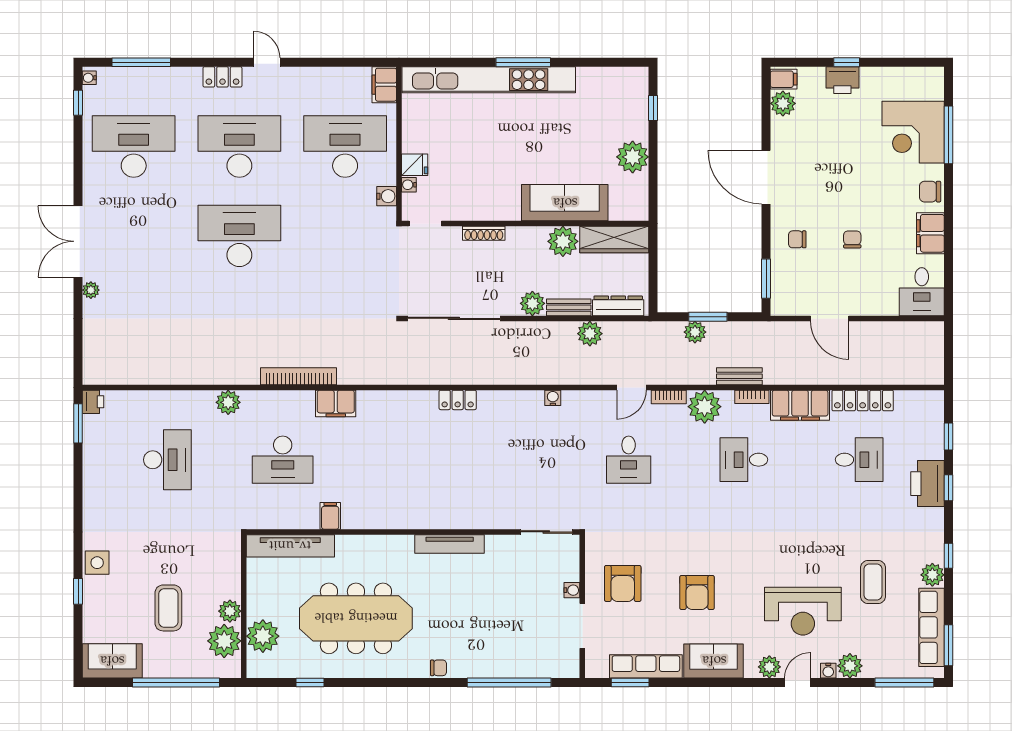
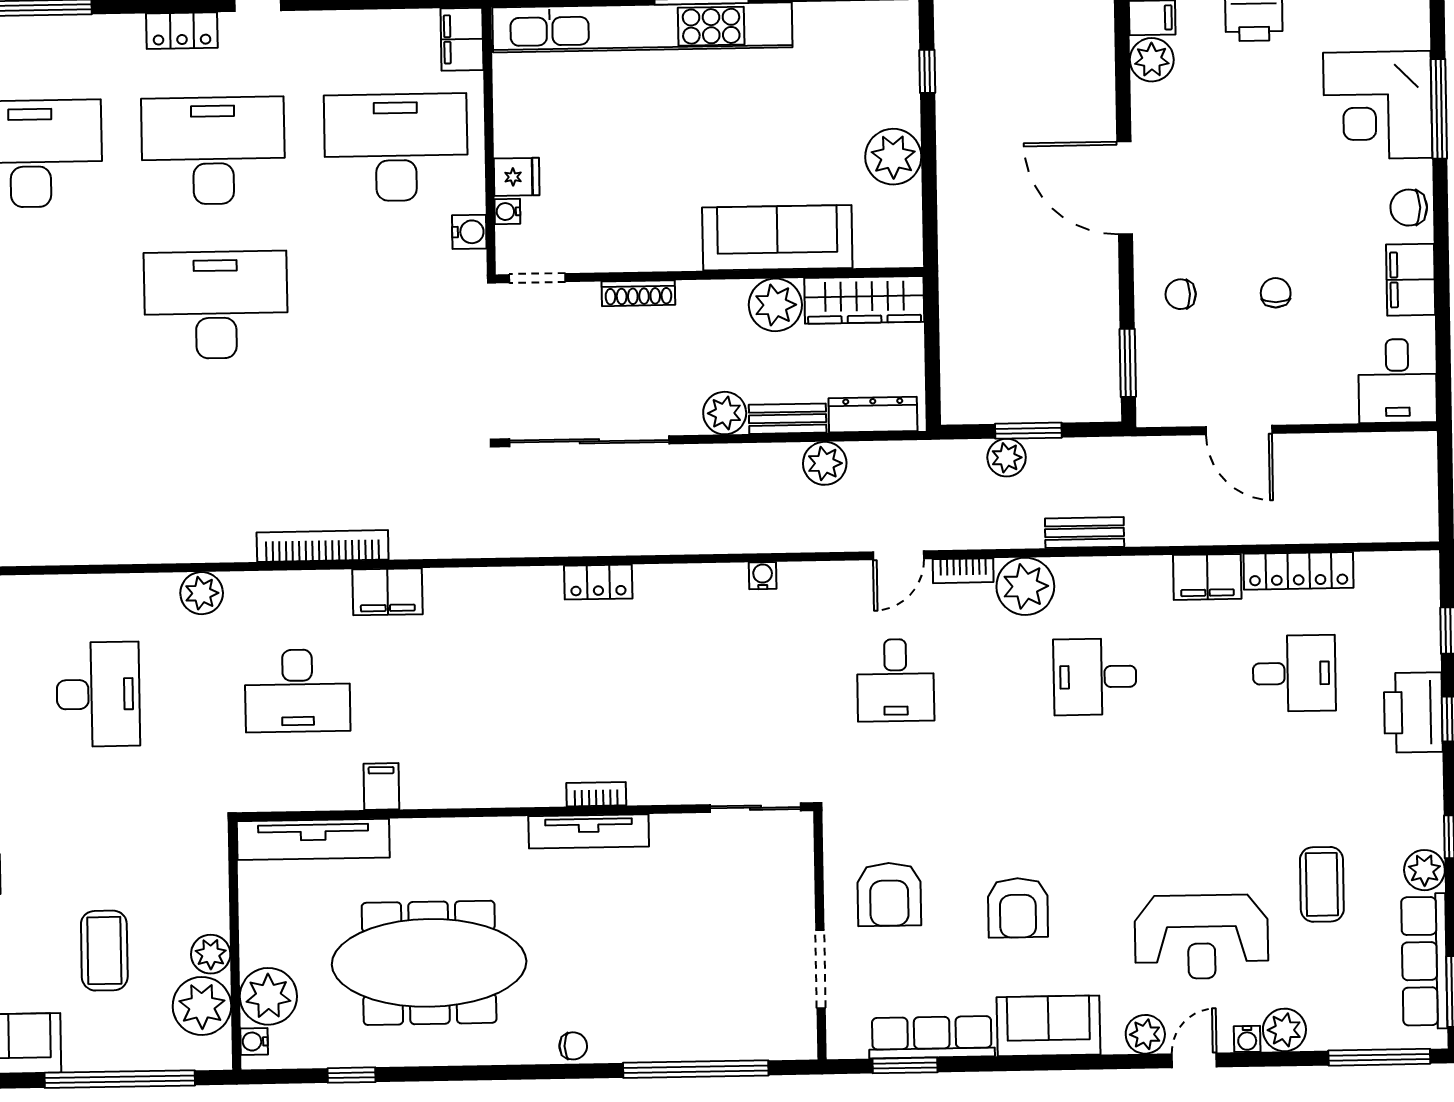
bookcase: (752, 397) -> (596, 794), moved, turned 180
filing cabinet: (800, 405) -> (1207, 577), width x0.67, depth x0.86
water cooler: (572, 590) -> (254, 1041), moved, turned 180

